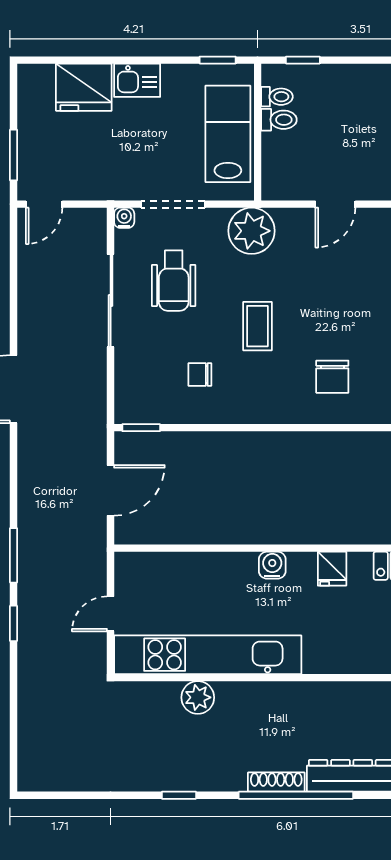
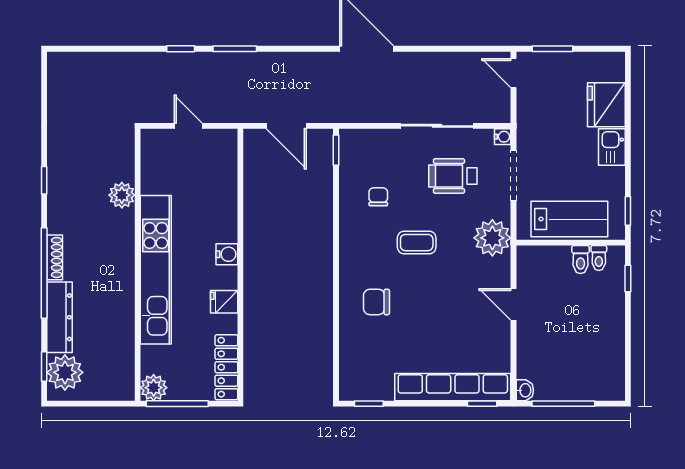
kitchen unit: (208, 655) -> (156, 270), moved

